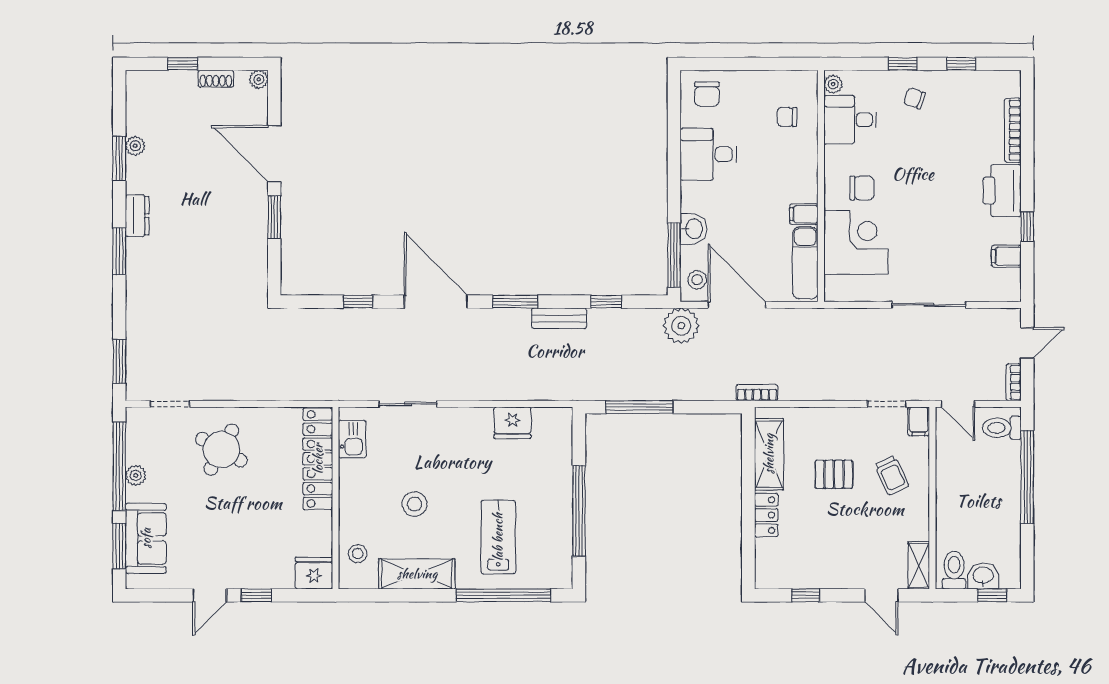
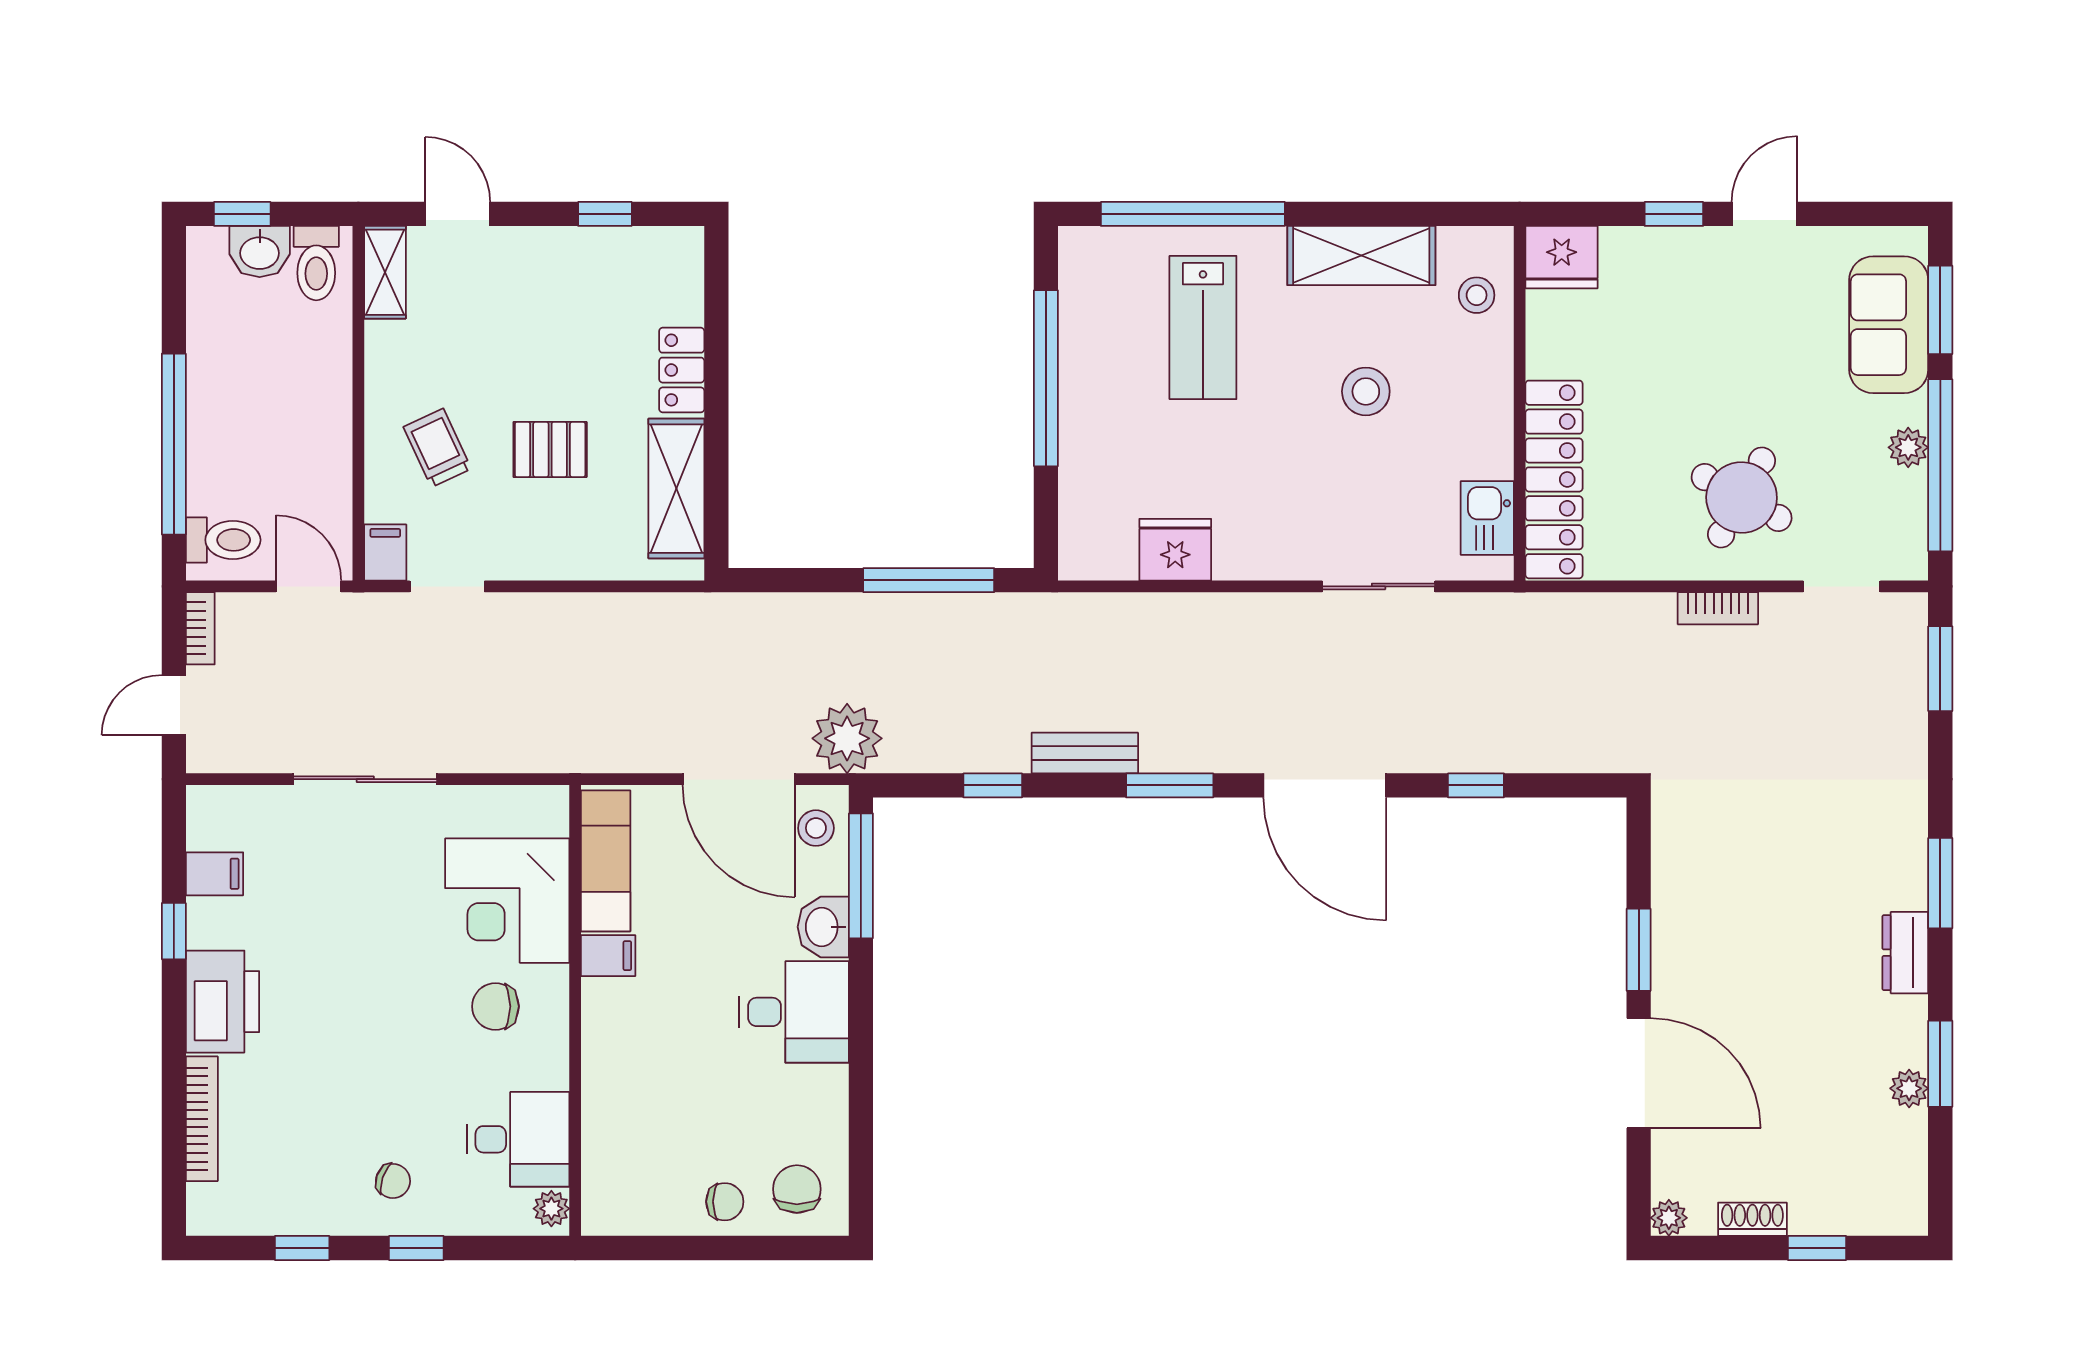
chair: (787, 117) -> (725, 1202), moved
desk: (708, 154) -> (794, 1012), moved
bookcase: (757, 393) -> (1718, 608), moved

